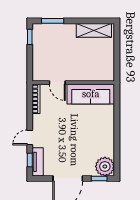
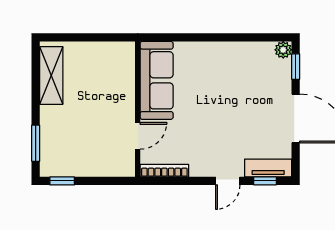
door: (30, 137) -> (228, 181), hinge flipped
plant: (105, 167) -> (283, 50), width x0.53, depth x0.53

